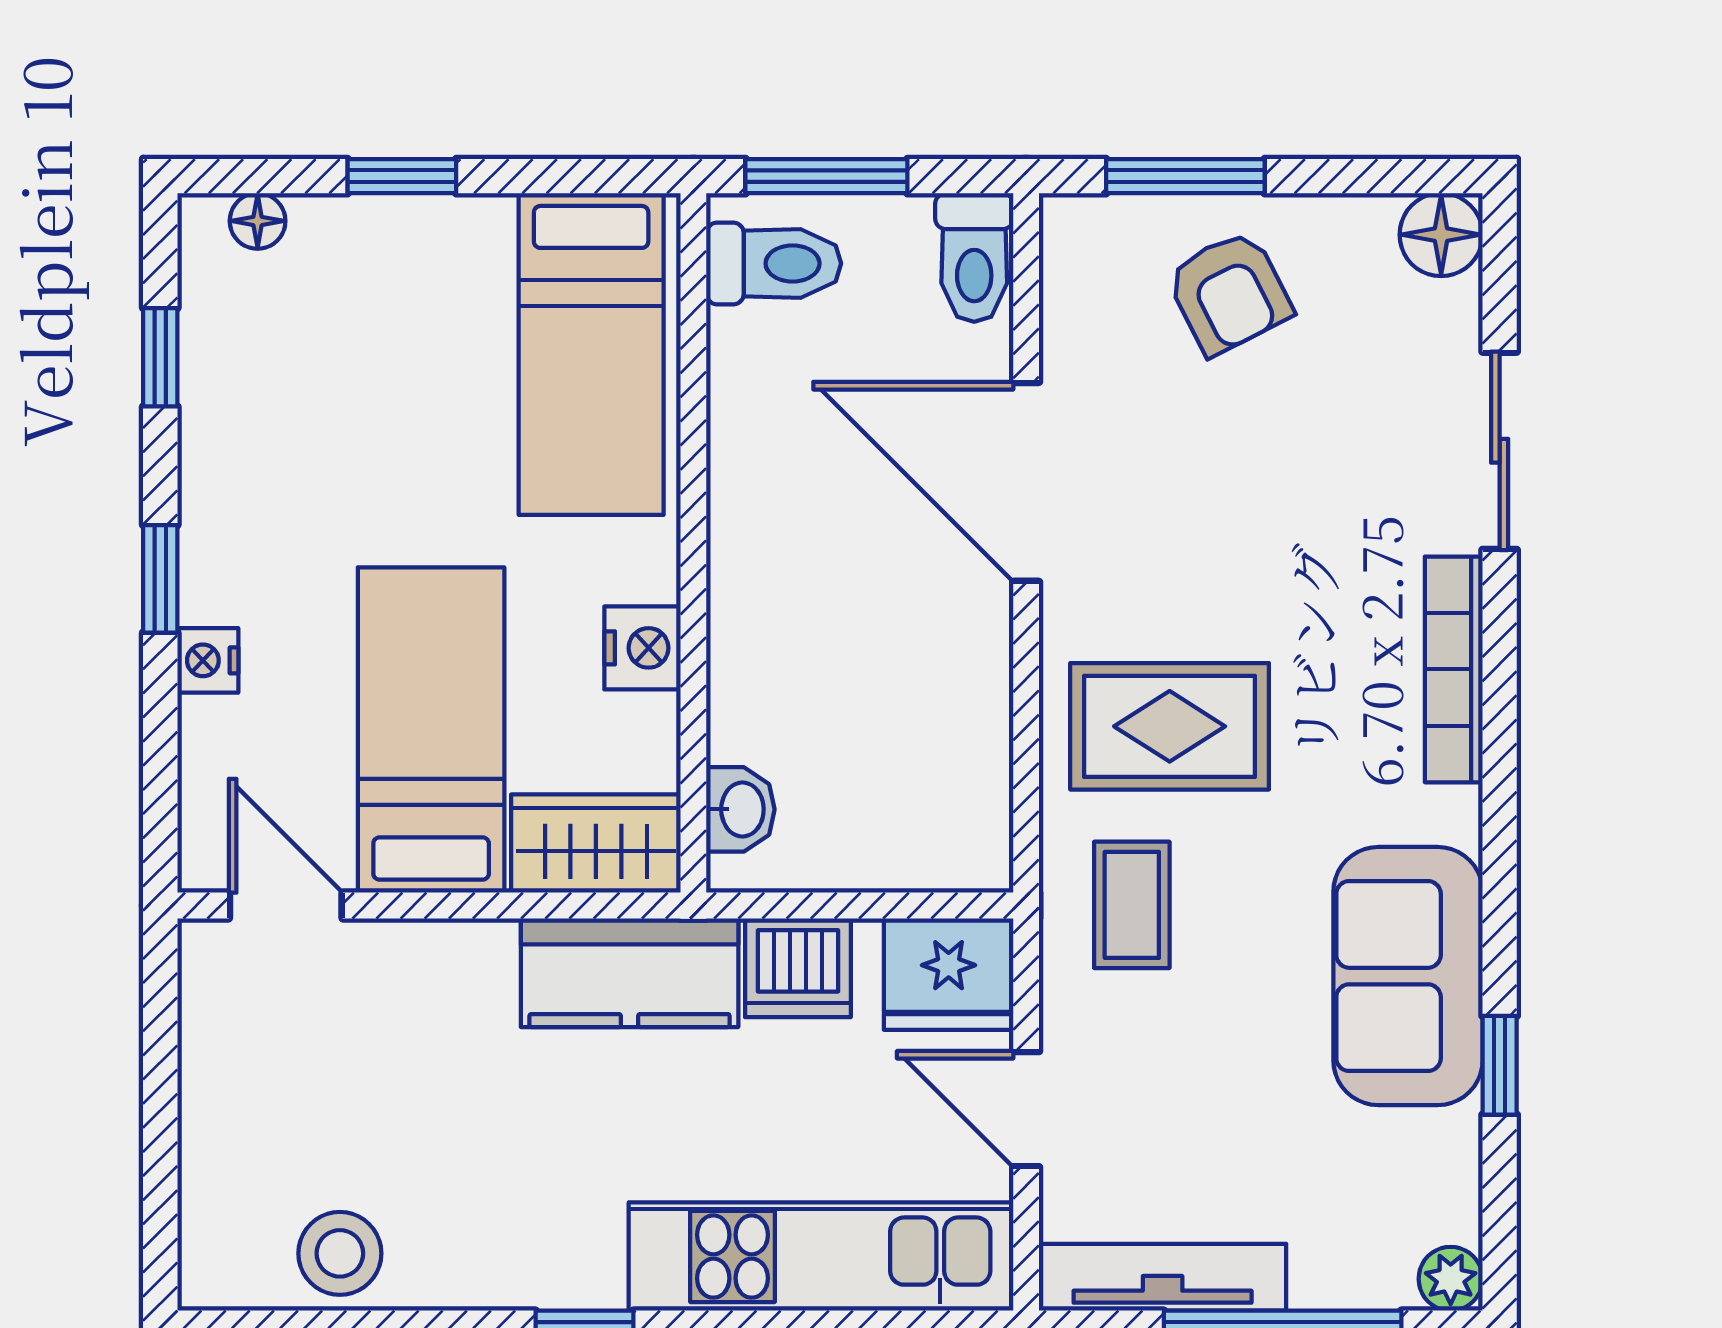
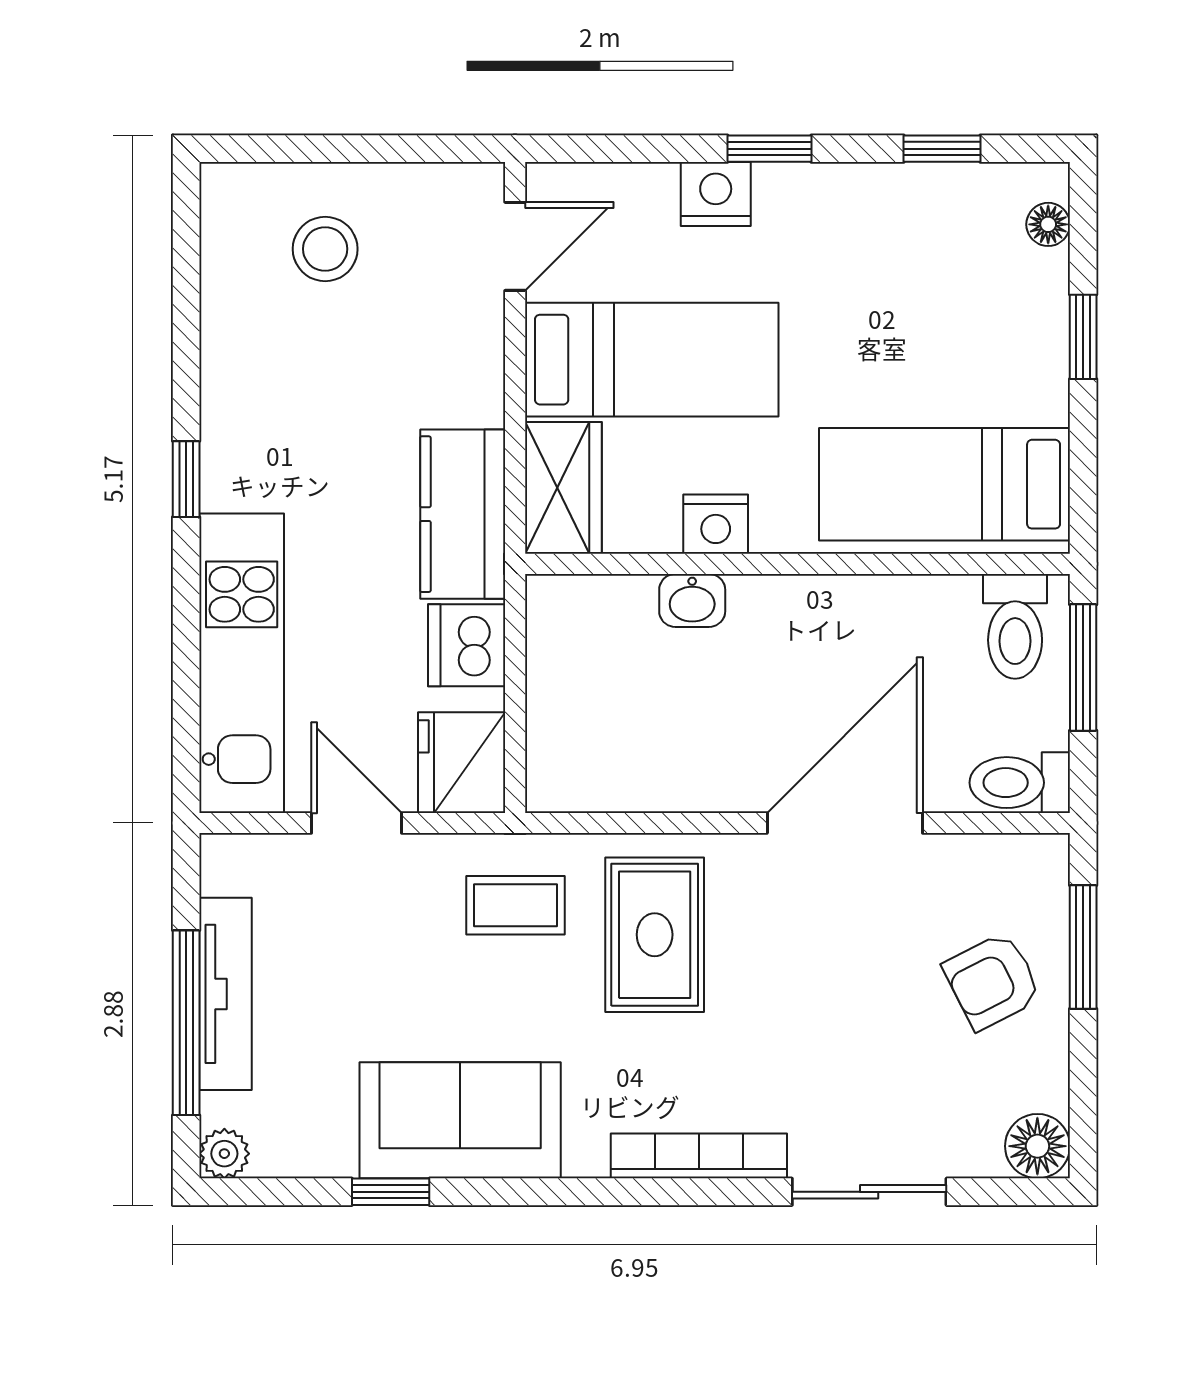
nightstand: (208, 660) -> (716, 194), width x1.39, depth x1.35
washbasin: (740, 809) -> (692, 600), moved
door: (1026, 1109) -> (356, 823), hinge flipped
stool: (340, 1253) -> (325, 249), moved
tv unit: (1163, 1277) -> (226, 994), moved

